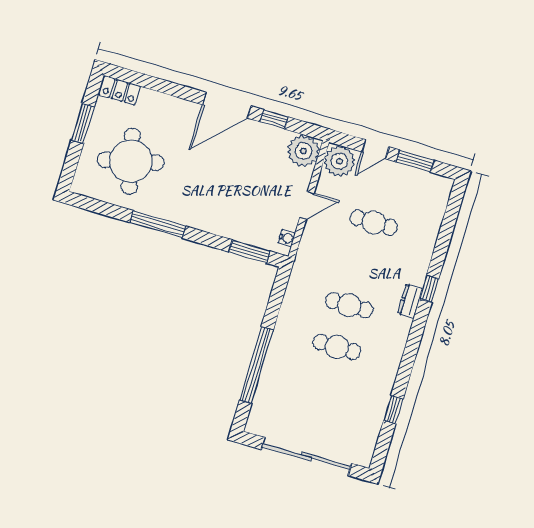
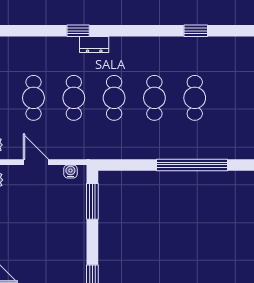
cafe table: (361, 264) -> (74, 98), added
cafe table: (325, 388) -> (195, 98), added

